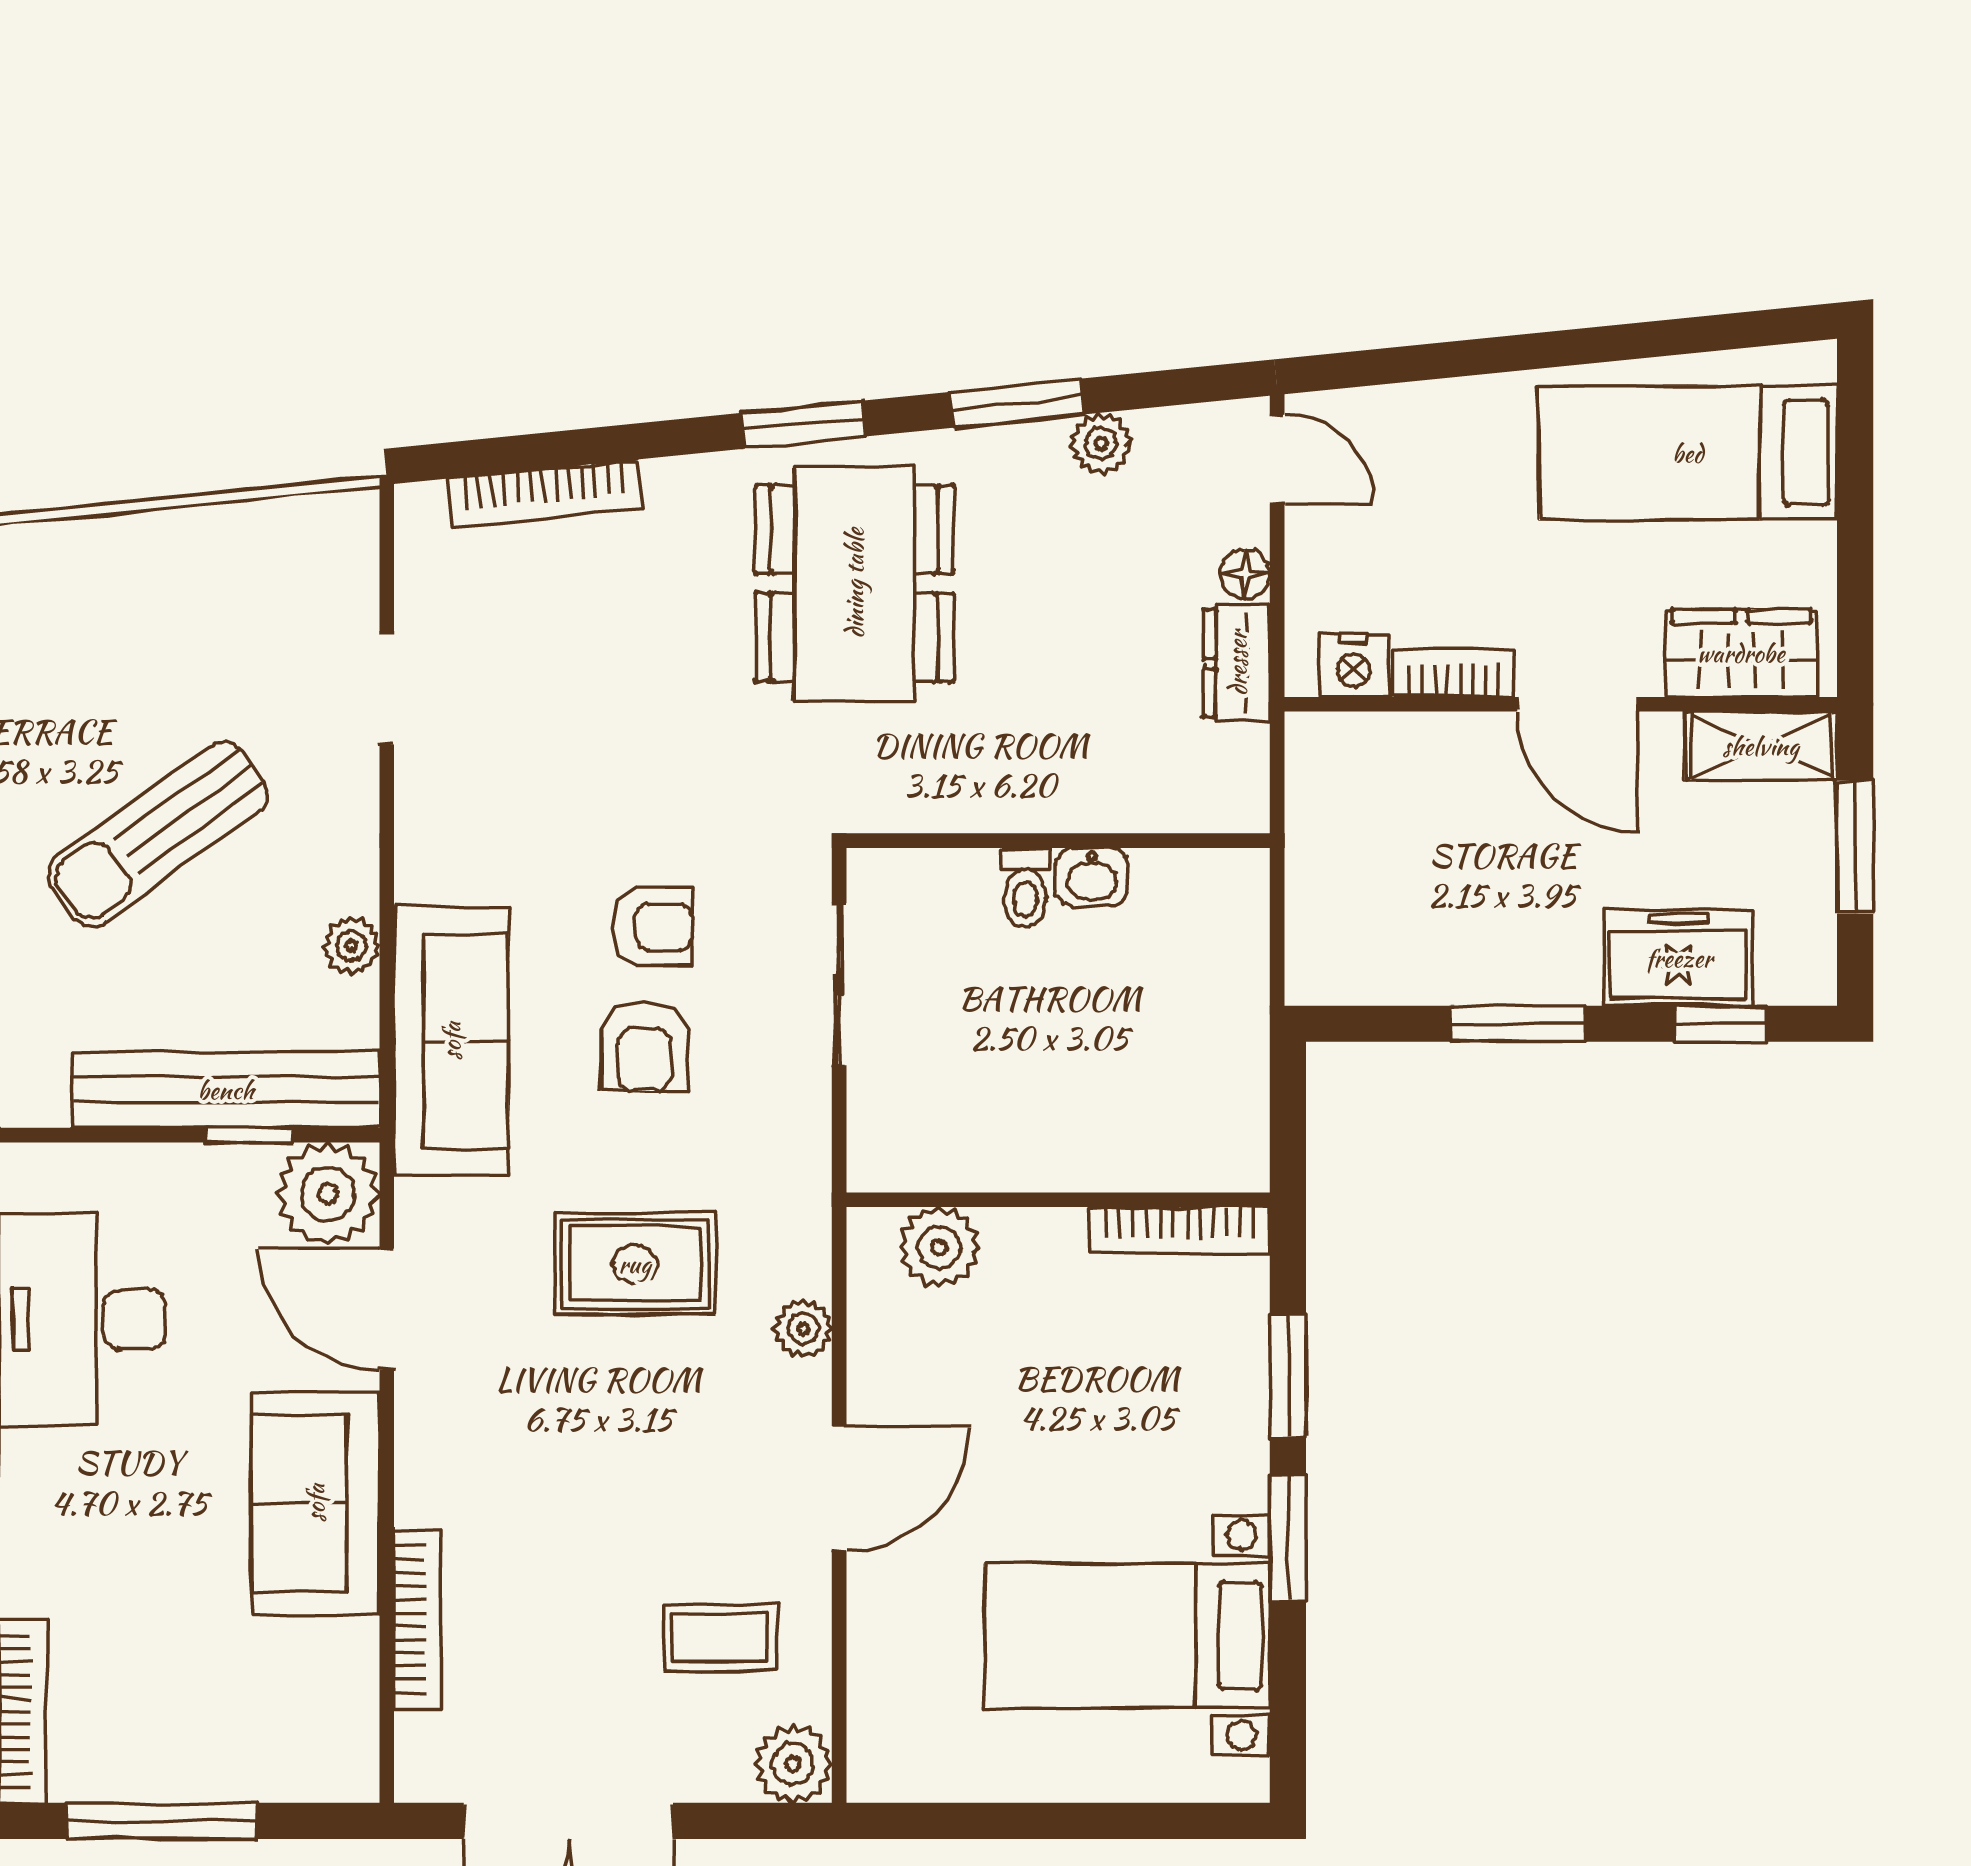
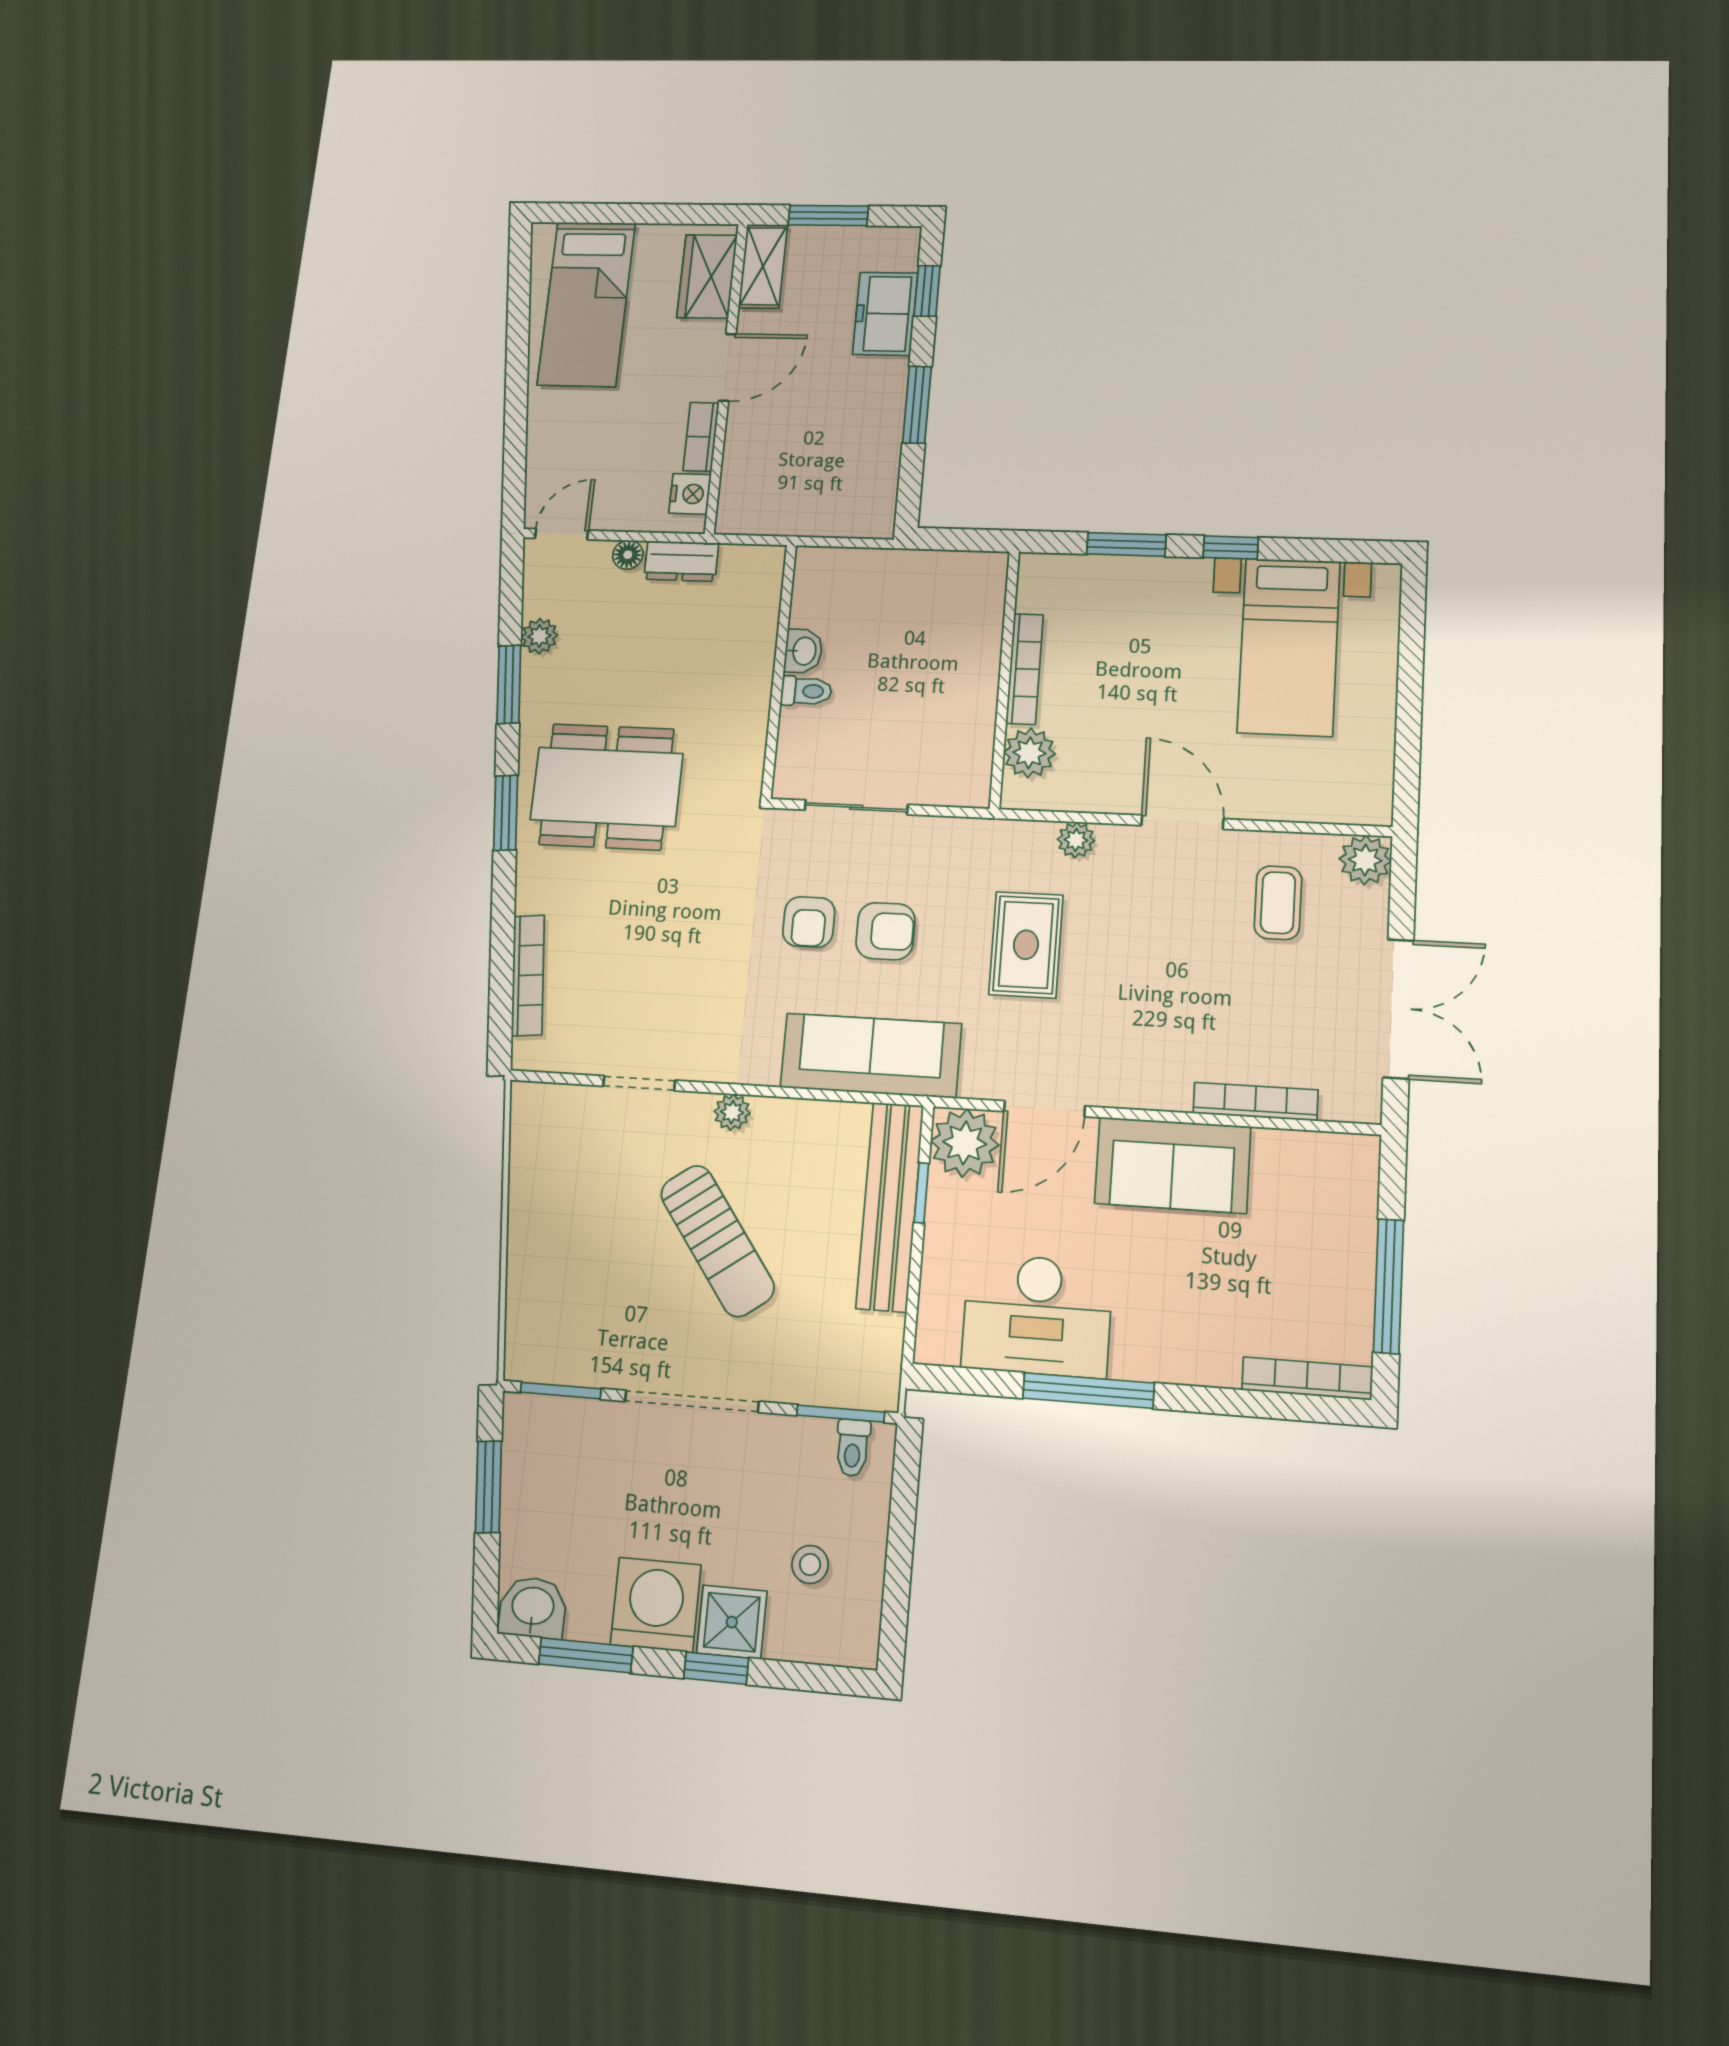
armchair: (653, 927) -> (809, 922), turned 180
plant: (351, 946) -> (732, 1112), moved
bookcase: (1180, 1230) -> (1025, 669), moved
window: (1288, 1538) -> (1231, 547), width x0.67

